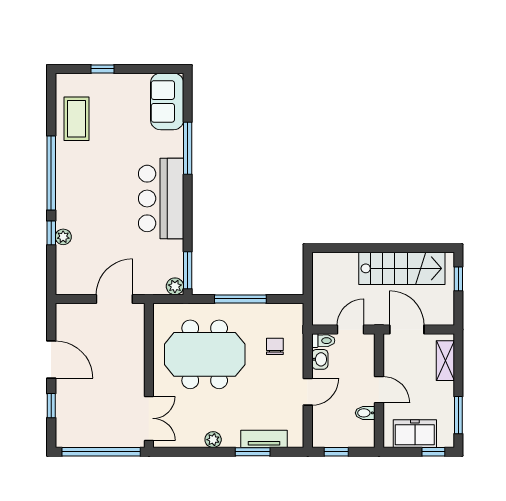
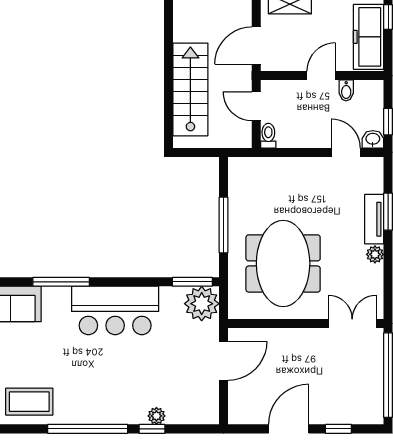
stairs: (402, 268) -> (190, 89), moved
plant: (175, 286) -> (202, 304), width x1.88, depth x1.88
door: (114, 299) -> (223, 361), swing flipped
chair: (275, 346) -> (274, 188), removed
washbasin: (320, 359) -> (373, 139), moved
door: (308, 392) -> (346, 152), moved
freezer: (415, 434) -> (369, 37), width x1.40
tv unit: (264, 439) -> (374, 219), moved

